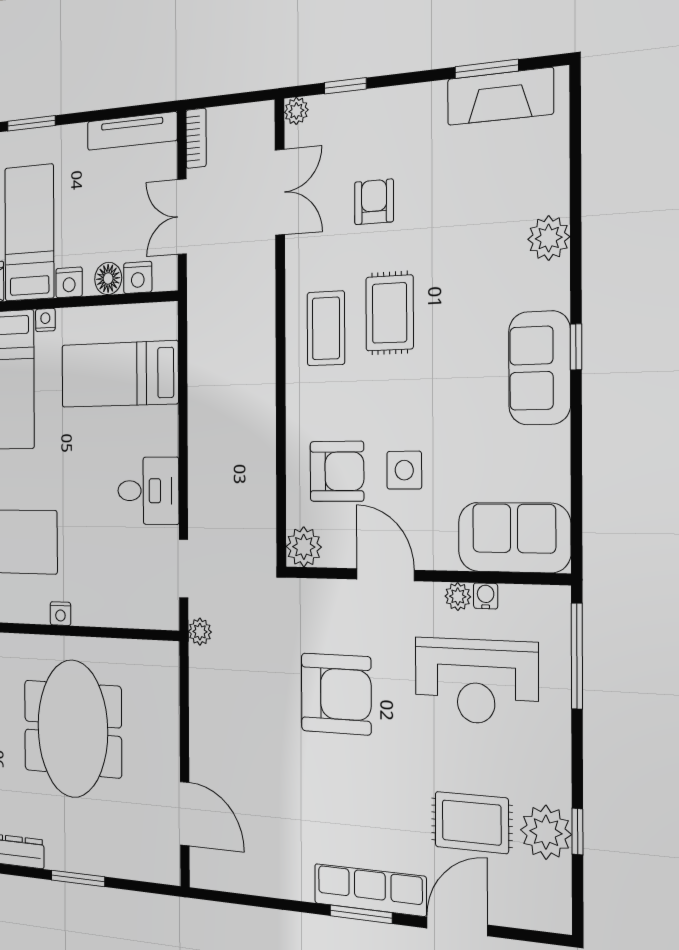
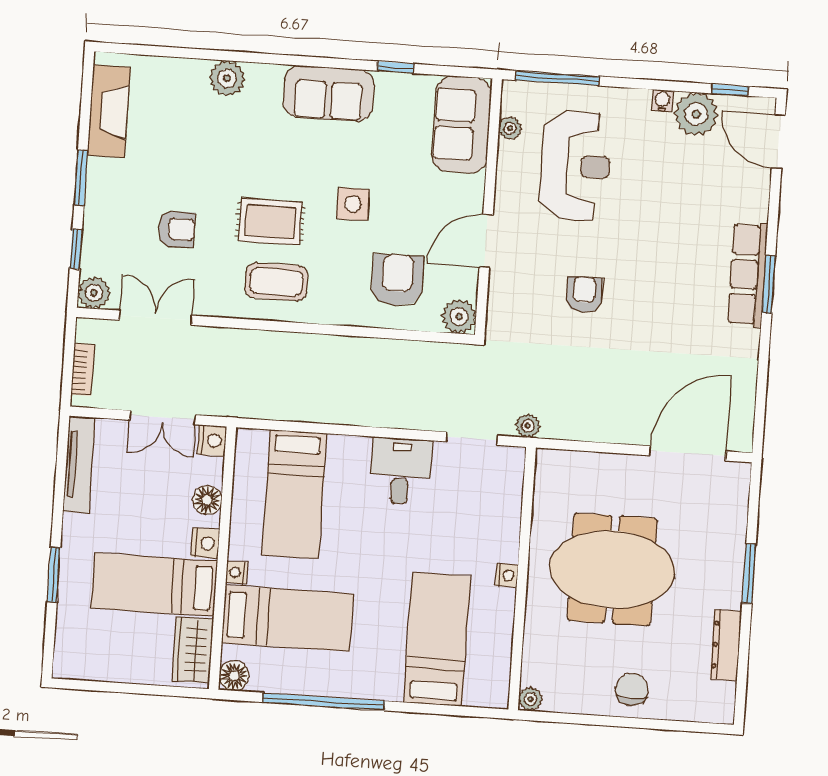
window: (487, 69) -> (81, 178), moved
plant: (296, 111) -> (94, 293), width x1.38, depth x1.38
bookcase: (196, 138) -> (83, 370), moved, turned 90
armchair: (374, 202) -> (177, 229), turned 180
nightstand: (138, 277) -> (212, 441), moved
window: (576, 347) -> (395, 67), moved
side table: (404, 470) -> (353, 204), moved
plant: (458, 596) -> (510, 128), moved
water cooler: (486, 596) -> (662, 101), moved, turned 90
armchair: (336, 694) -> (584, 295), width x0.53, depth x0.53
door: (185, 814) -> (688, 453), width x1.36
rug: (472, 823) -> (690, 178), removed
window: (577, 831) -> (730, 90), moved
door: (457, 926) -> (778, 142), moved

